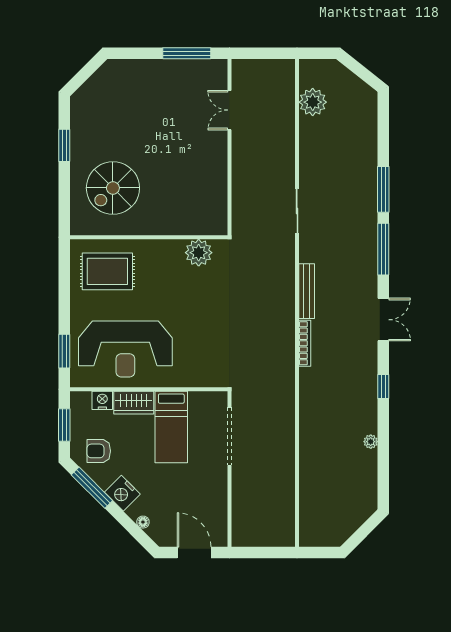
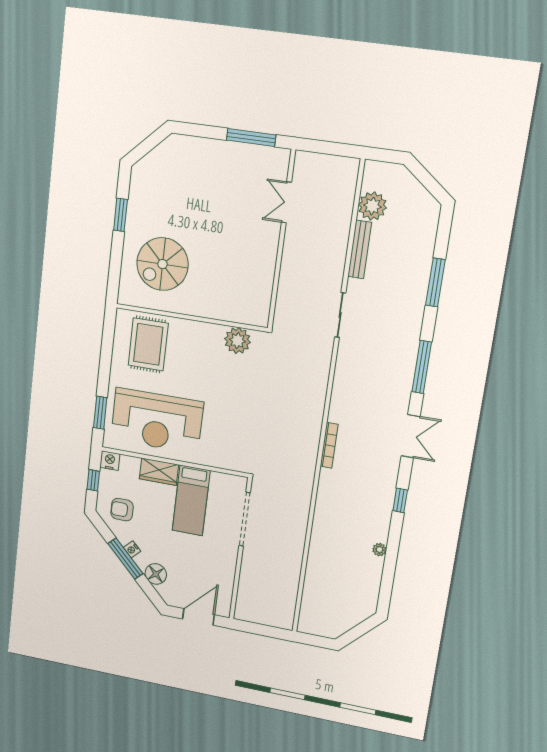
window: (383, 189) -> (435, 282), moved
rug: (107, 271) -> (148, 344), turned 90
bench: (307, 291) -> (360, 250), moved
nightstand: (102, 400) -> (110, 461), moved
window: (64, 425) -> (93, 480), width x0.67
window: (92, 488) -> (125, 559), moved
nightstand: (122, 493) -> (132, 549), width x0.53, depth x0.56
floor lamp: (143, 522) -> (156, 574), width x1.89, depth x1.89
door: (194, 552) -> (198, 617), hinge flipped

